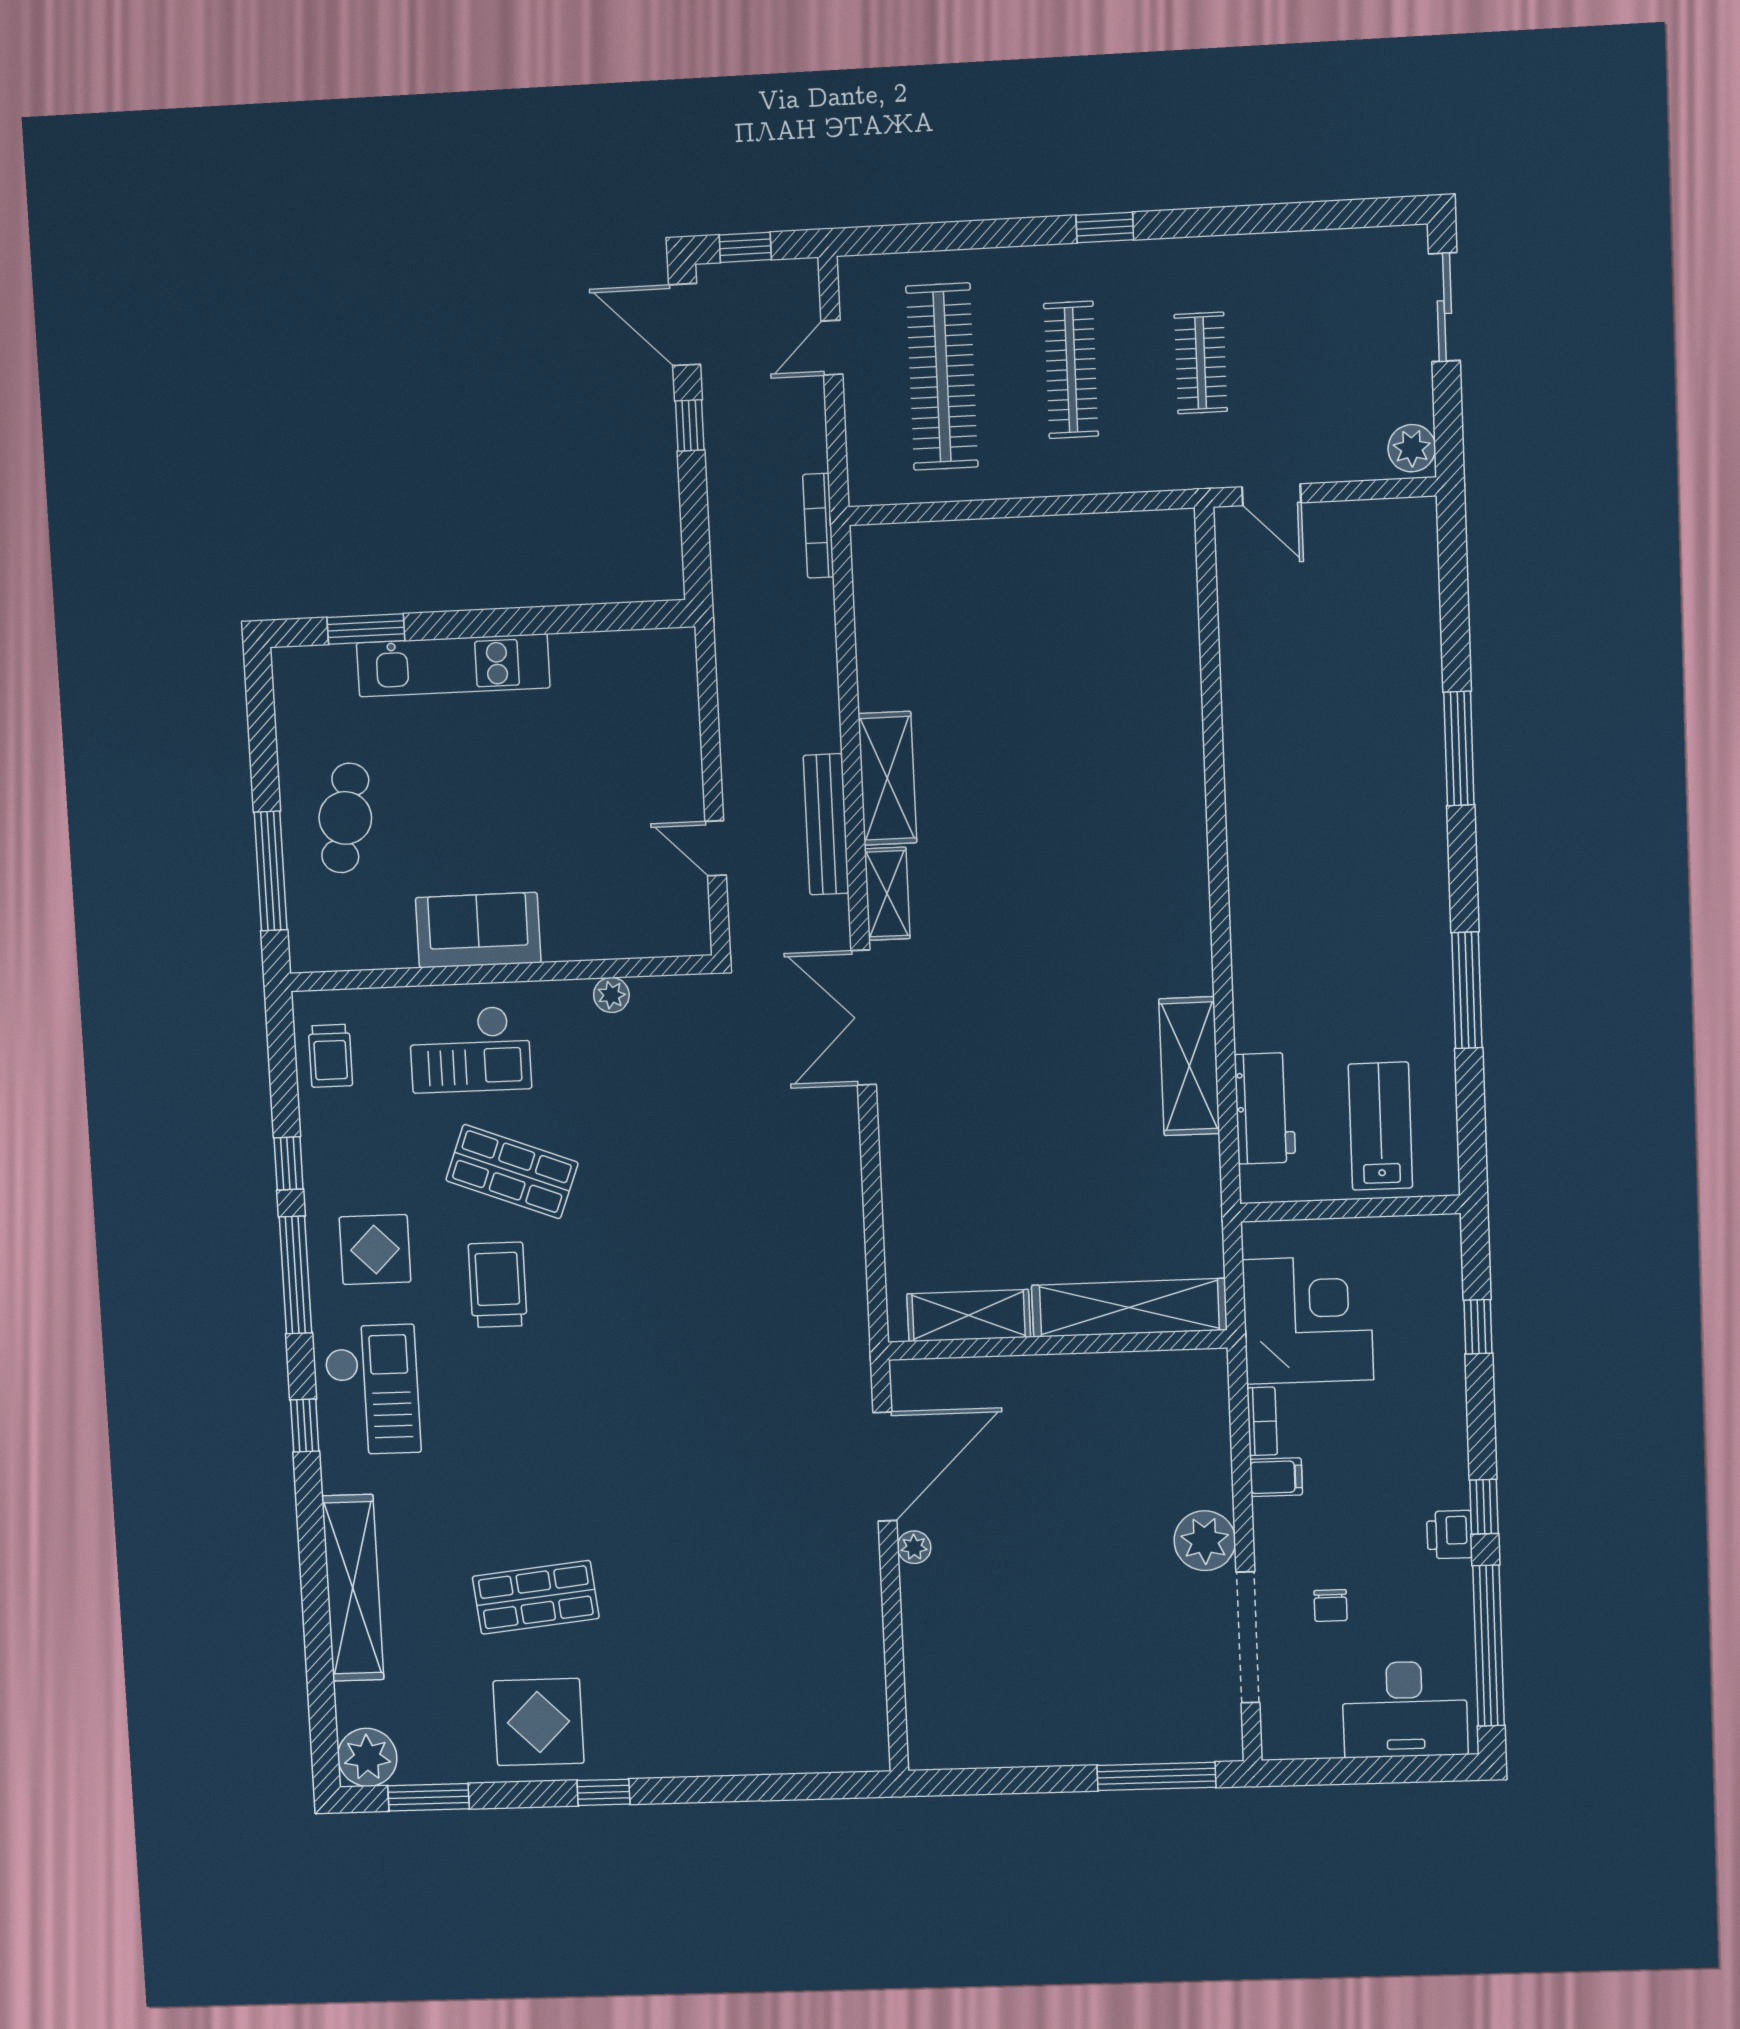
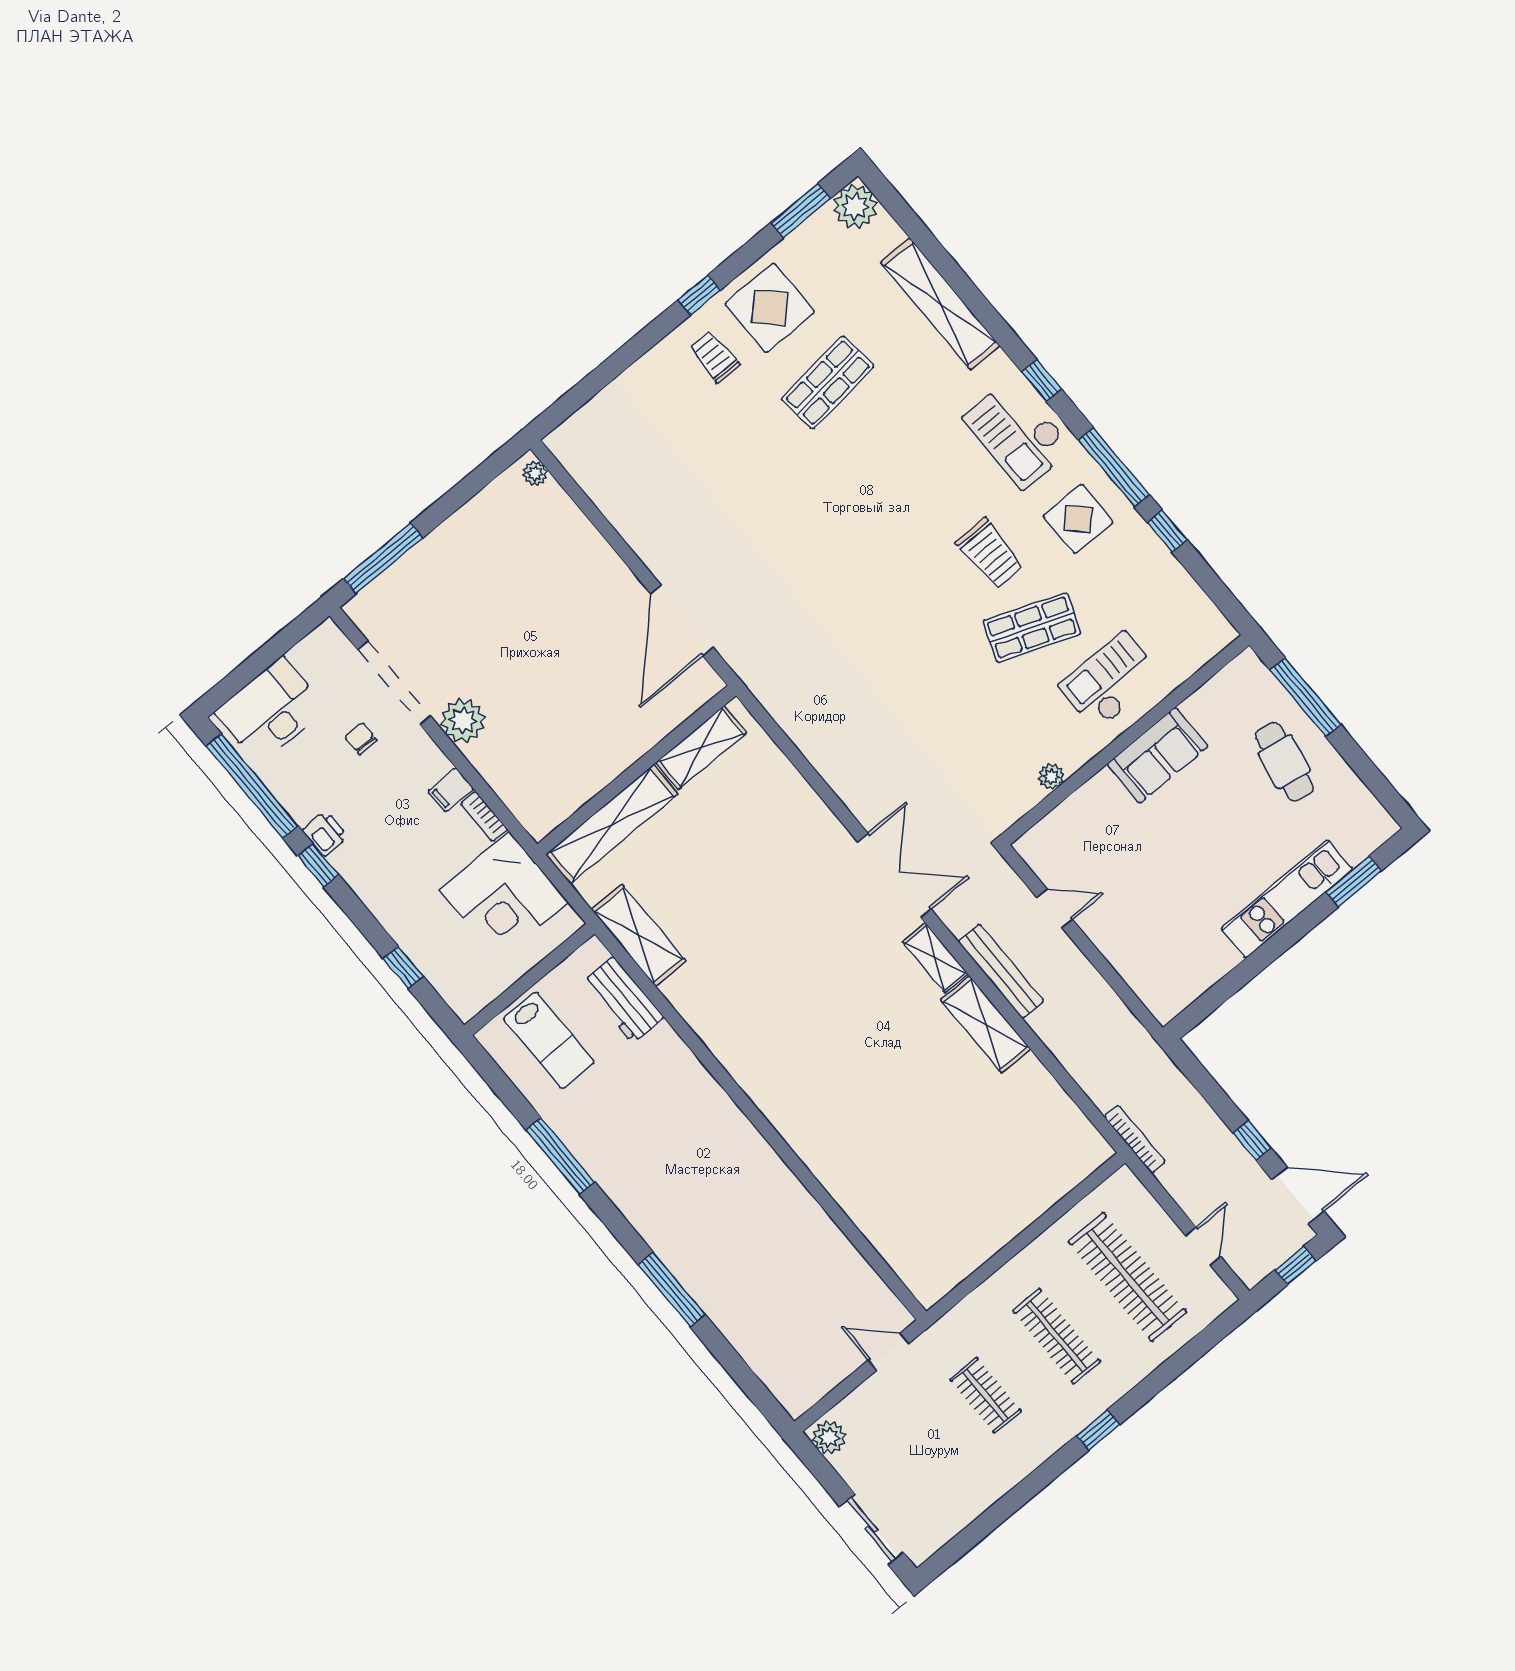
trolley: (330, 1056) -> (714, 356), moved
shelving: (1189, 1066) -> (639, 935), moved
plant: (914, 1547) -> (535, 473), moved

